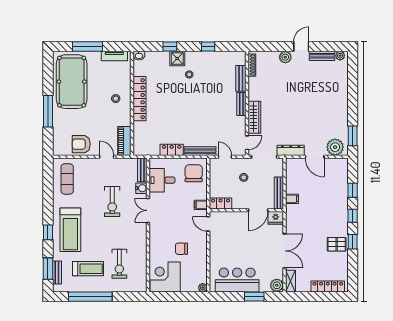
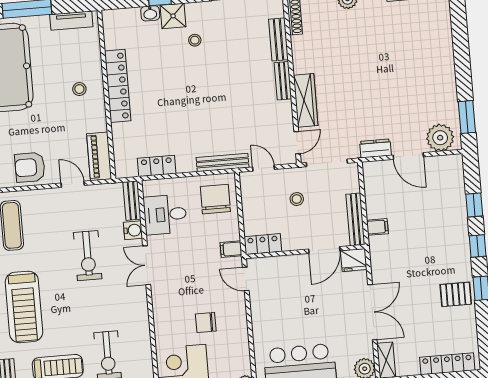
washbasin: (139, 56) -> (150, 13), moved
locker: (172, 150) -> (157, 166), moved
dresser: (291, 150) -> (375, 148), width x0.70

